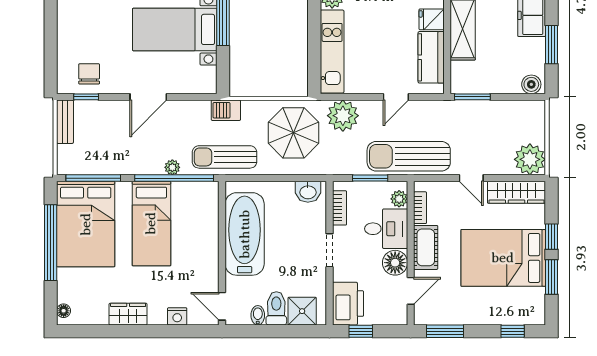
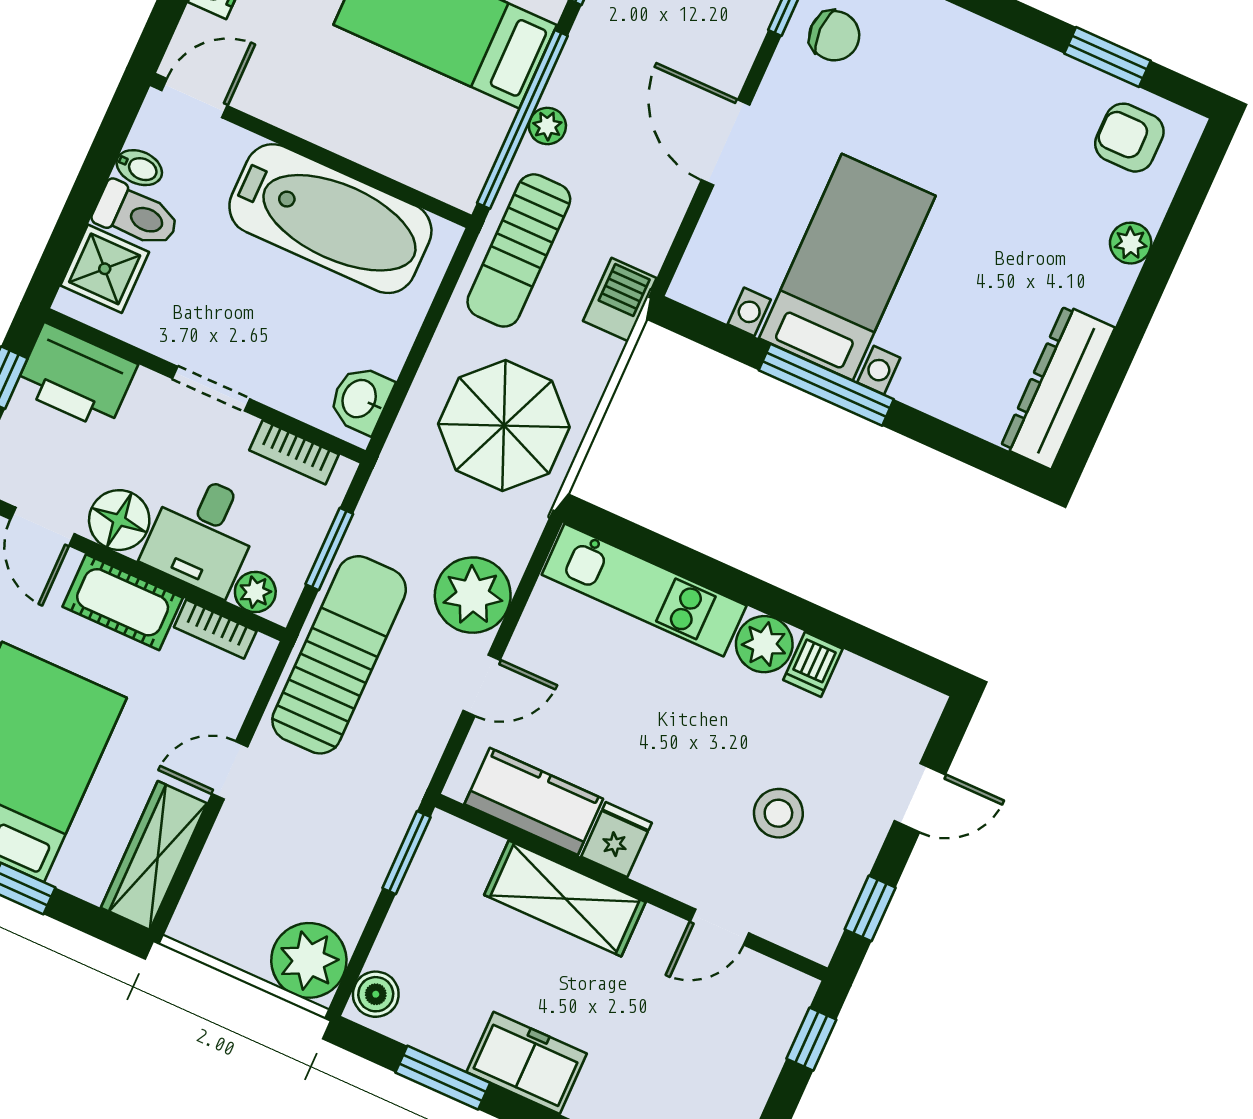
door: (396, 97) -> (482, 685), swing flipped
plant: (343, 116) -> (473, 595), moved
sun lounger: (224, 157) -> (519, 250), turned 180
plant: (530, 159) -> (309, 960), moved

